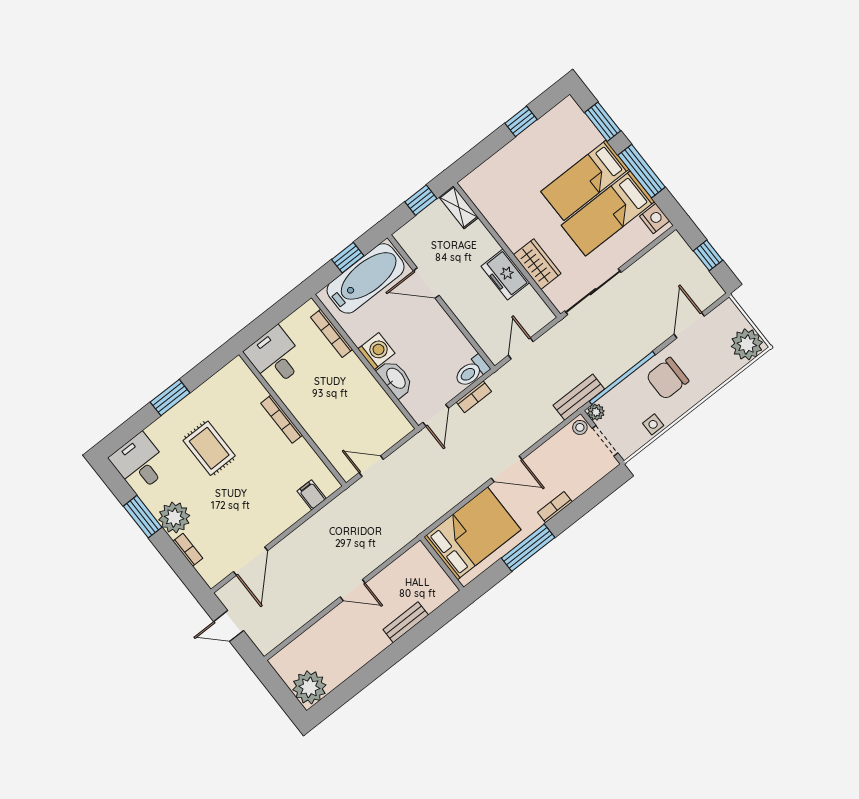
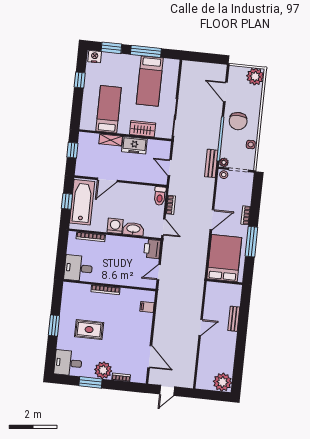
bed: (585, 180) -> (109, 109), moved, turned 180
shelving: (459, 207) -> (111, 140), moved
nightstand: (655, 219) -> (95, 57), moved
window: (708, 255) -> (205, 58), removed
printer: (393, 428) -> (152, 249), added

